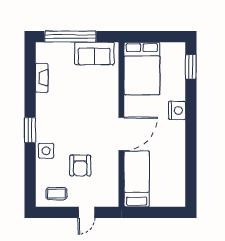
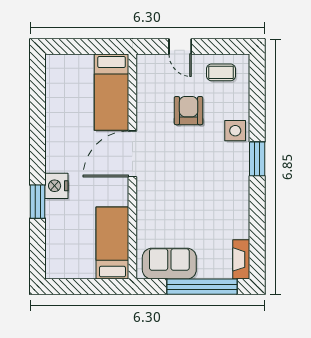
window: (191, 67) -> (38, 202), moved
bed: (142, 69) -> (112, 243), width x0.67
fireplace: (42, 78) -> (241, 259), moved
door: (86, 212) -> (180, 47), swing flipped

